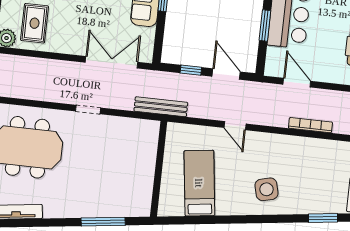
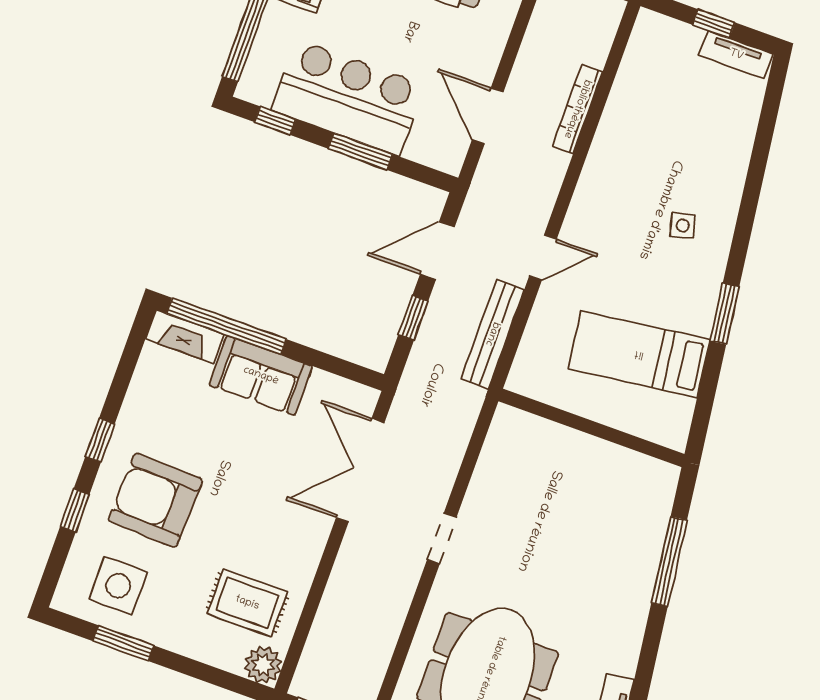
door: (297, 83) -> (488, 116), hinge flipped
bench: (161, 107) -> (492, 334), moved
side table: (266, 189) -> (683, 226), width x0.54, depth x0.54
window: (323, 218) -> (724, 314), moved

